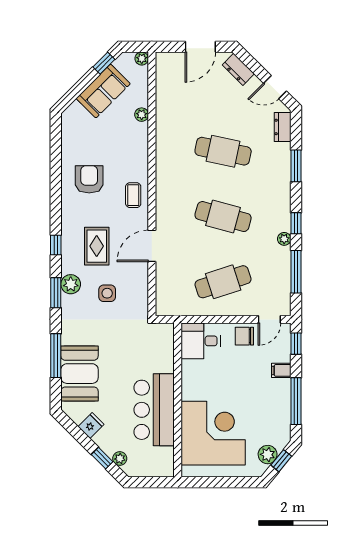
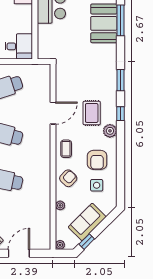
armchair: (130, 153) -> (68, 178), added
plant: (71, 284) -> (110, 131), moved
side table: (107, 293) -> (97, 185), moved
window: (56, 356) -> (120, 20), moved

